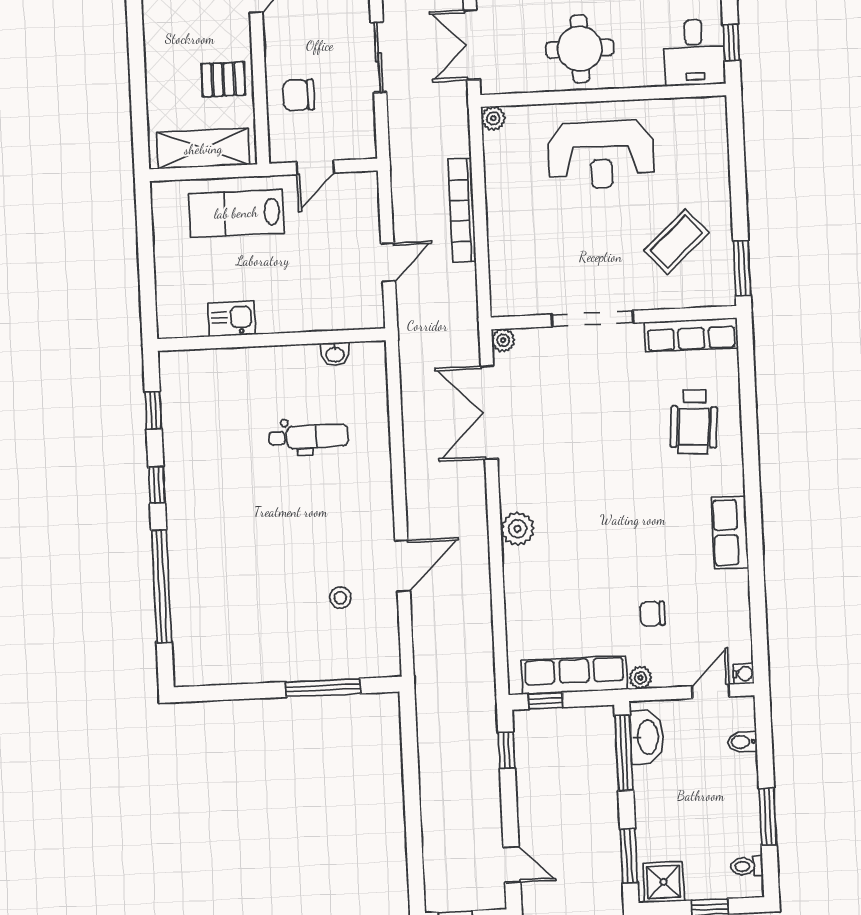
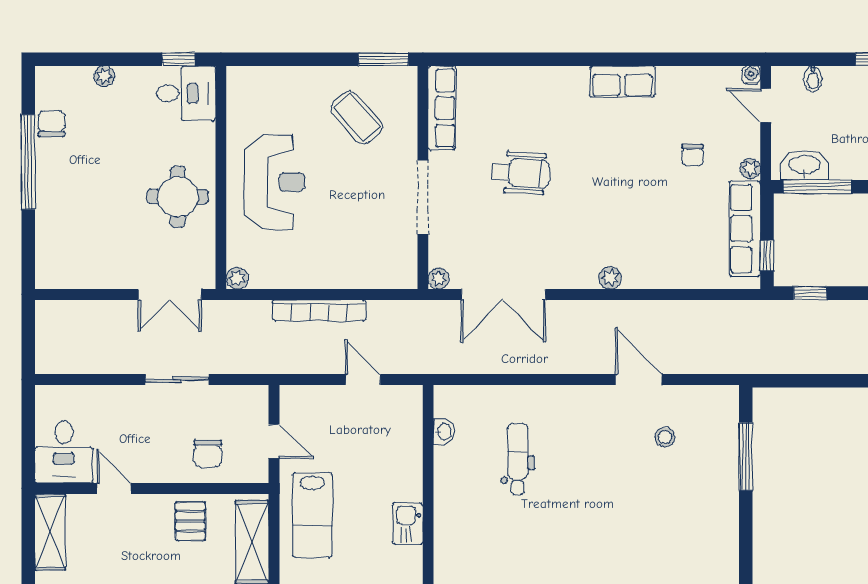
wheelchair: (694, 422) -> (520, 173), moved
plant: (517, 529) -> (610, 278), width x0.73, depth x0.73

